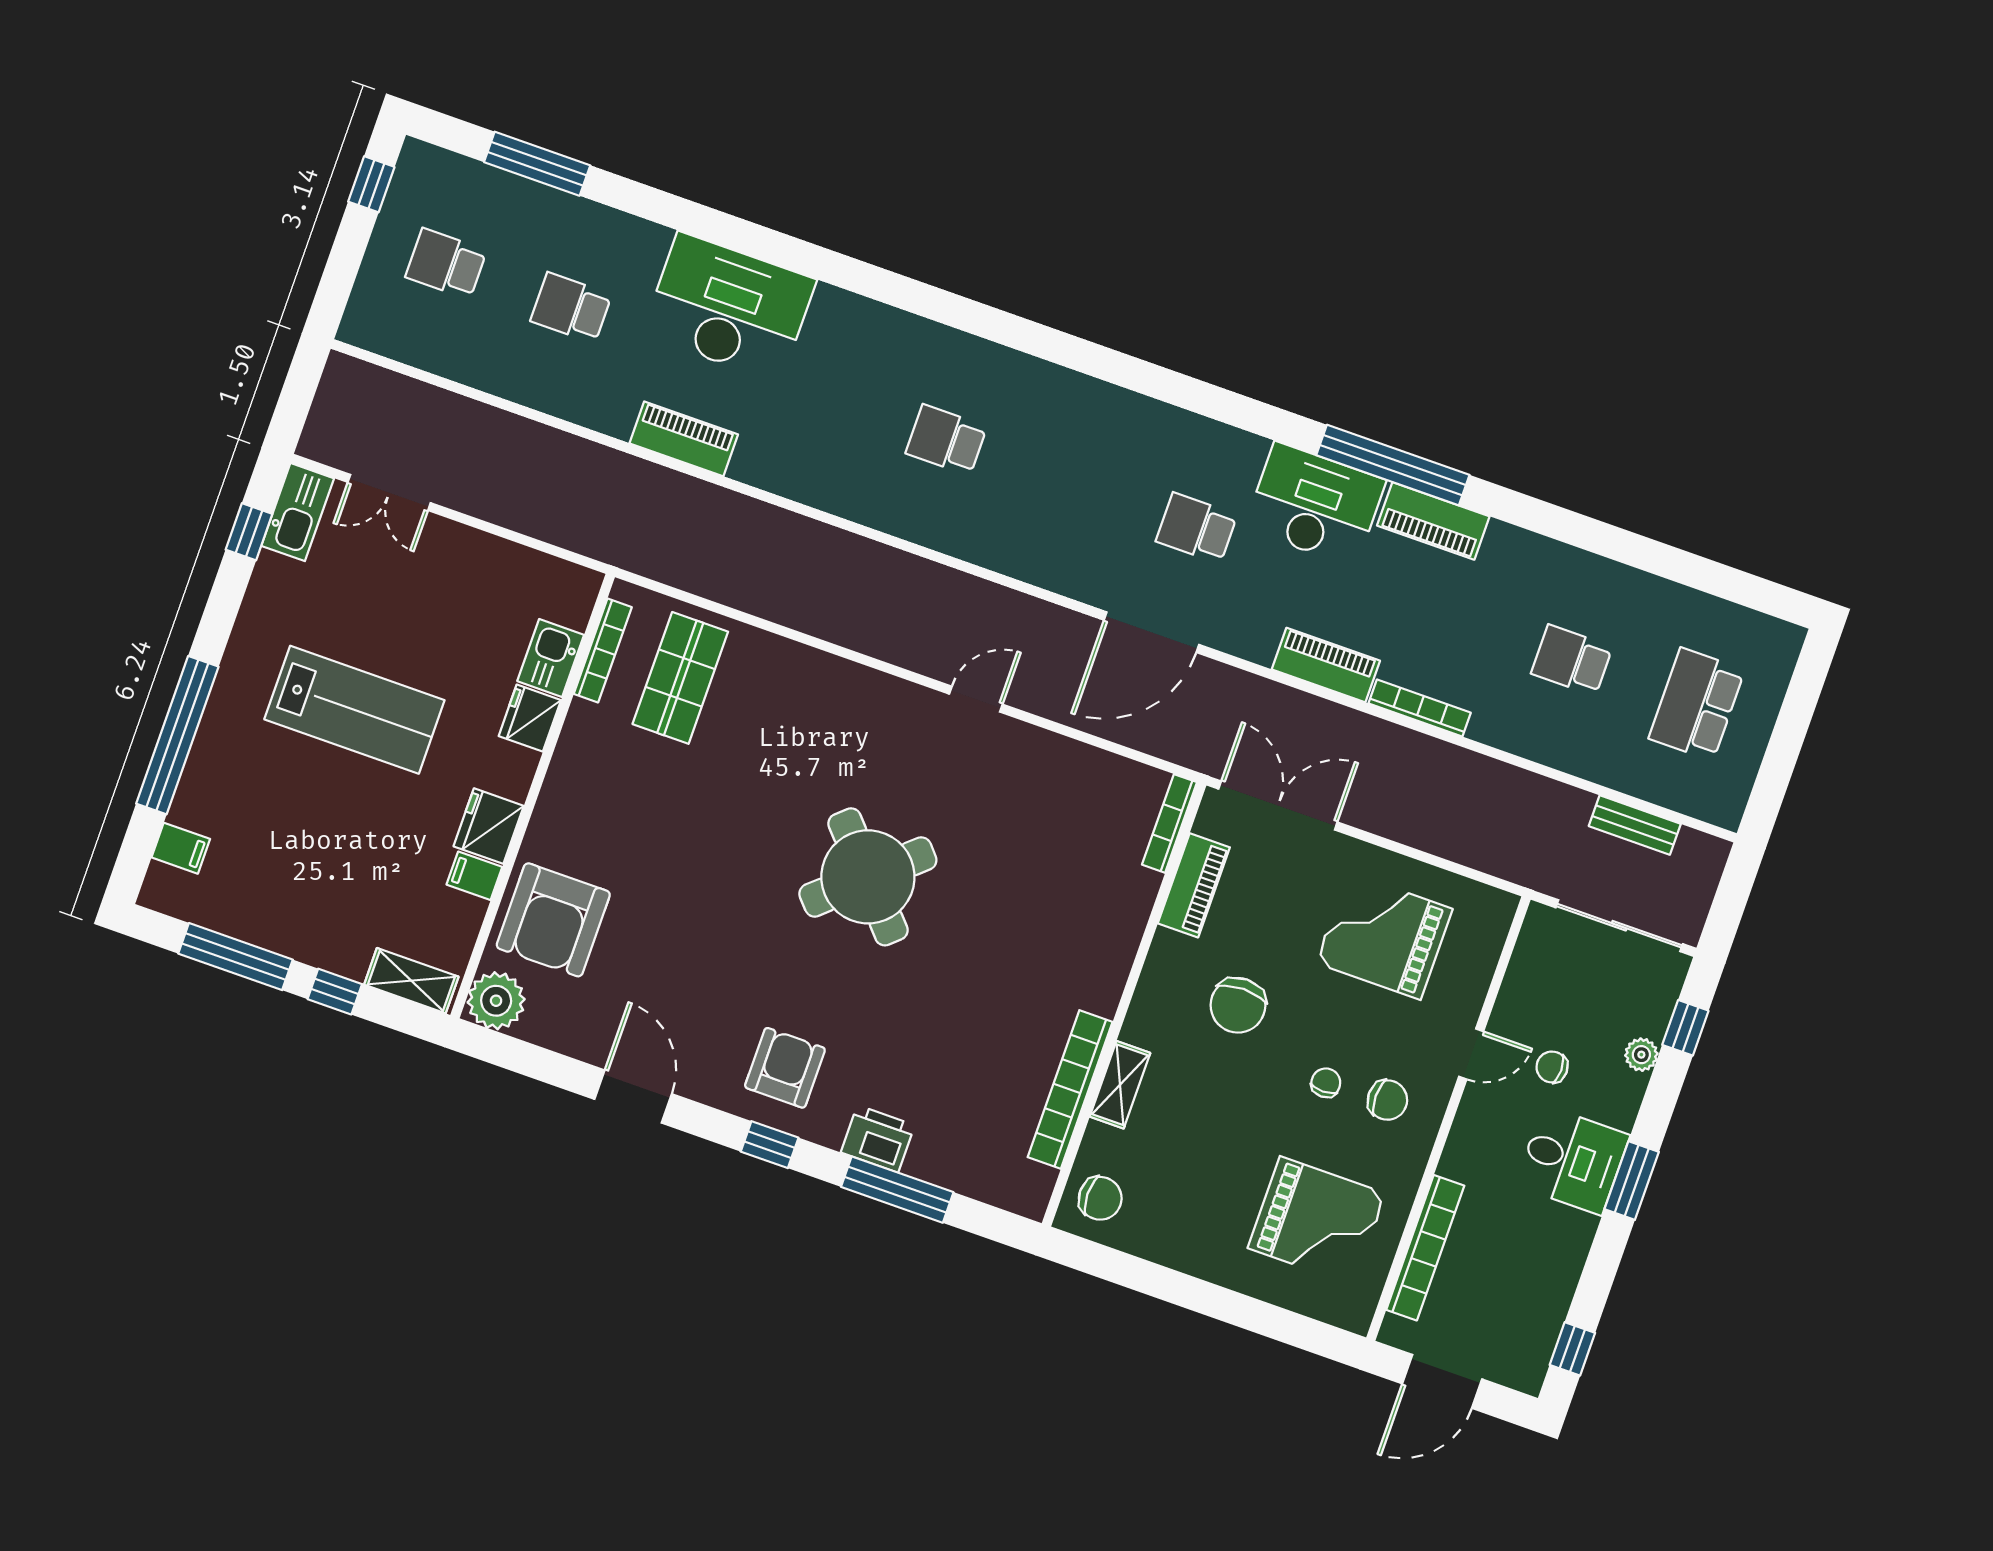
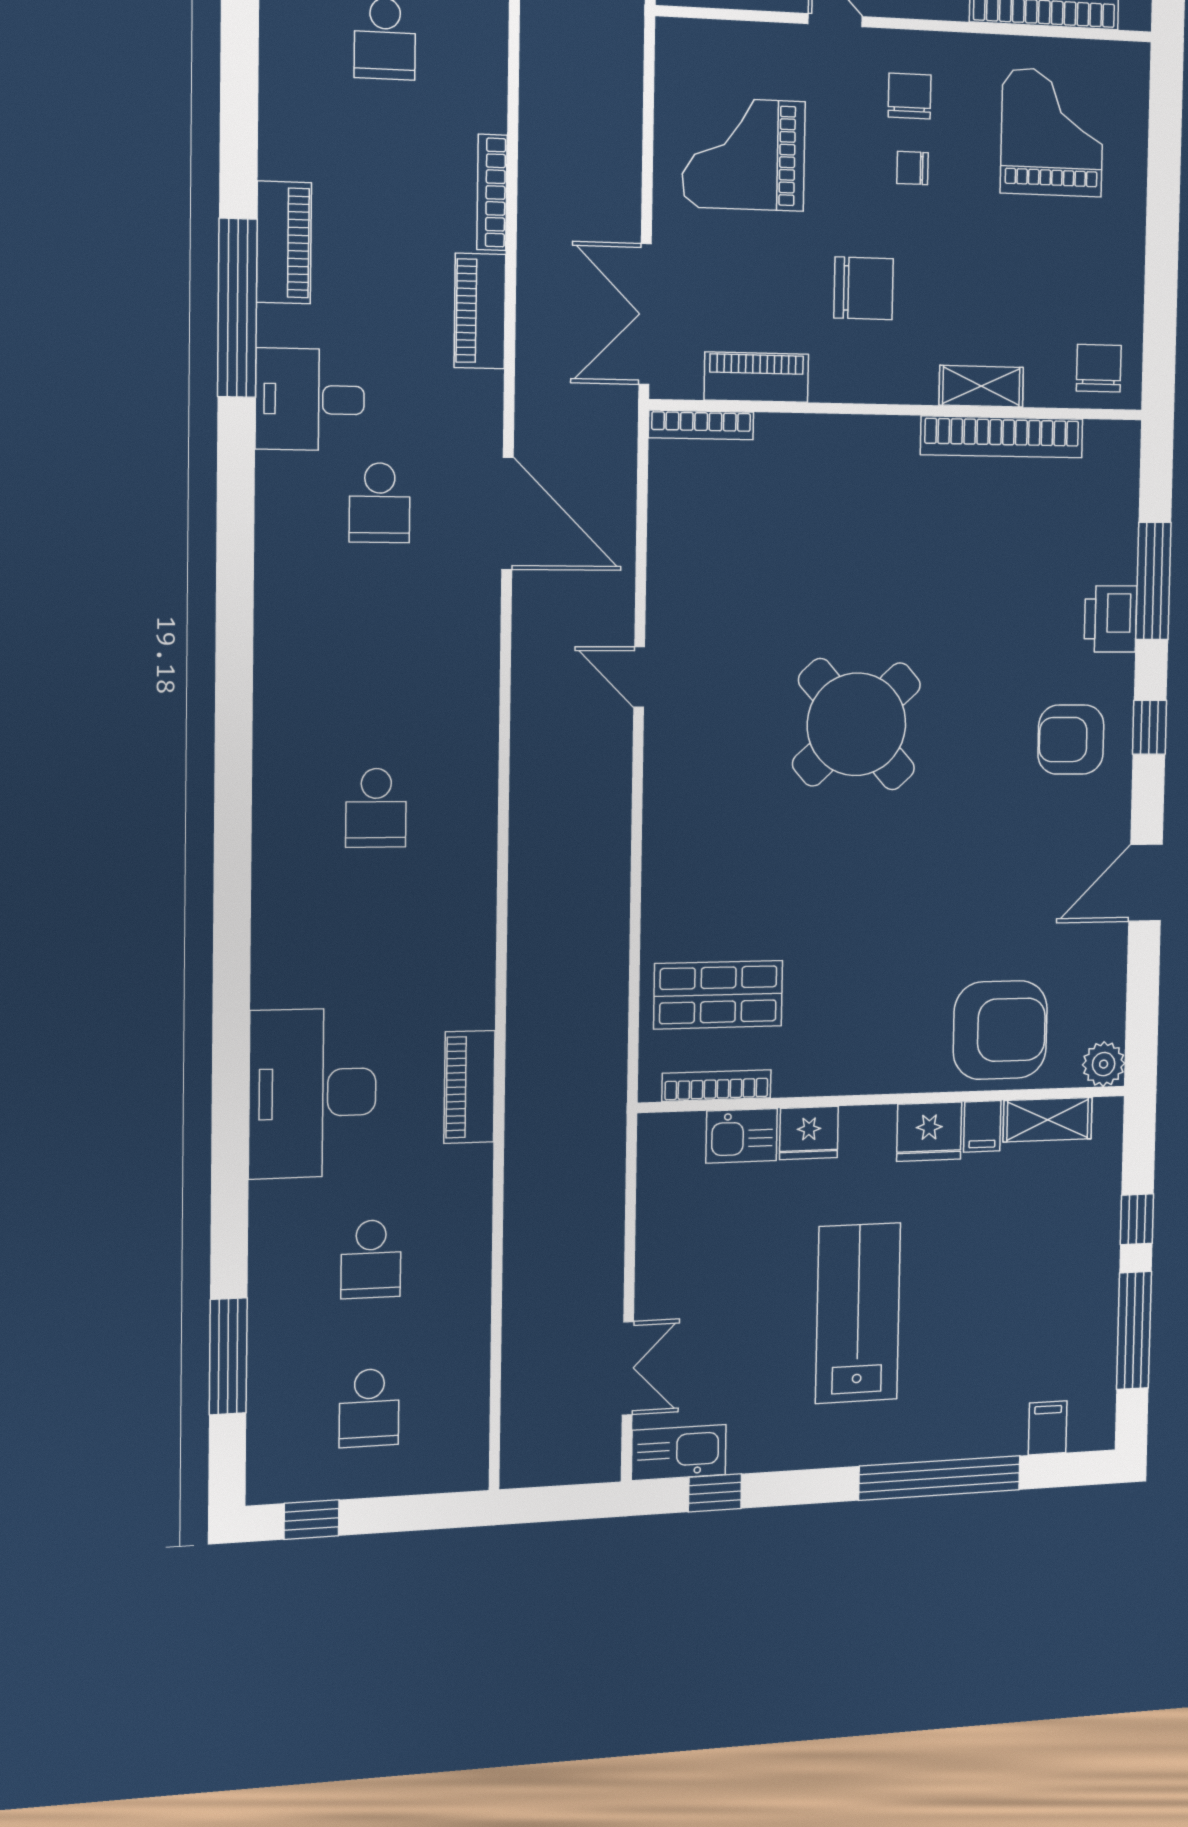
desk: (1315, 504) -> (310, 399), width x0.73
grand piano: (1384, 936) -> (744, 154), turned 90
shelving: (411, 981) -> (1048, 1120), moved, turned 90
plant: (496, 1001) -> (1104, 1064), width x0.73, depth x0.73

